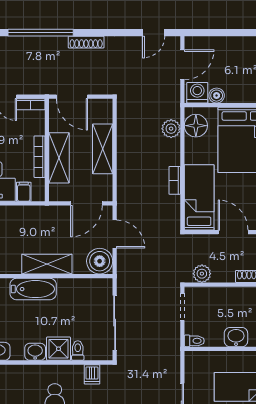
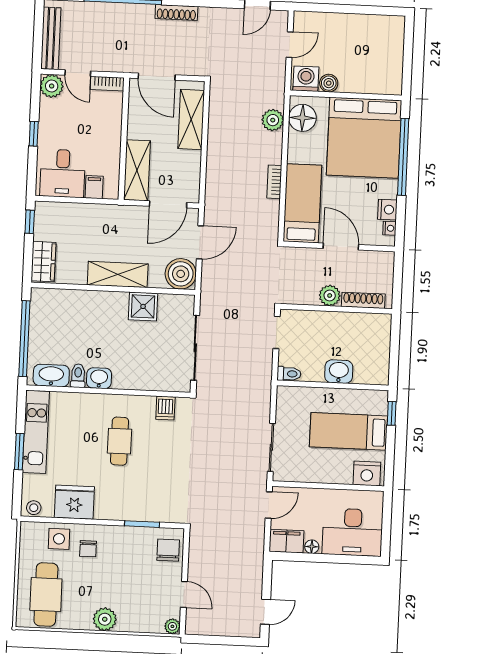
door: (182, 65) -> (290, 45), width x0.73
shelving: (103, 149) -> (191, 119), moved
bookcase: (39, 157) -> (115, 146), removed
shelving: (59, 158) -> (137, 170), moved
door: (115, 234) -> (200, 242), hinge flipped
plant: (202, 274) -> (330, 296), moved
bathtub: (33, 289) -> (100, 303), removed
shower: (59, 349) -> (143, 306), moved
toilet: (78, 351) -> (78, 376), moved

